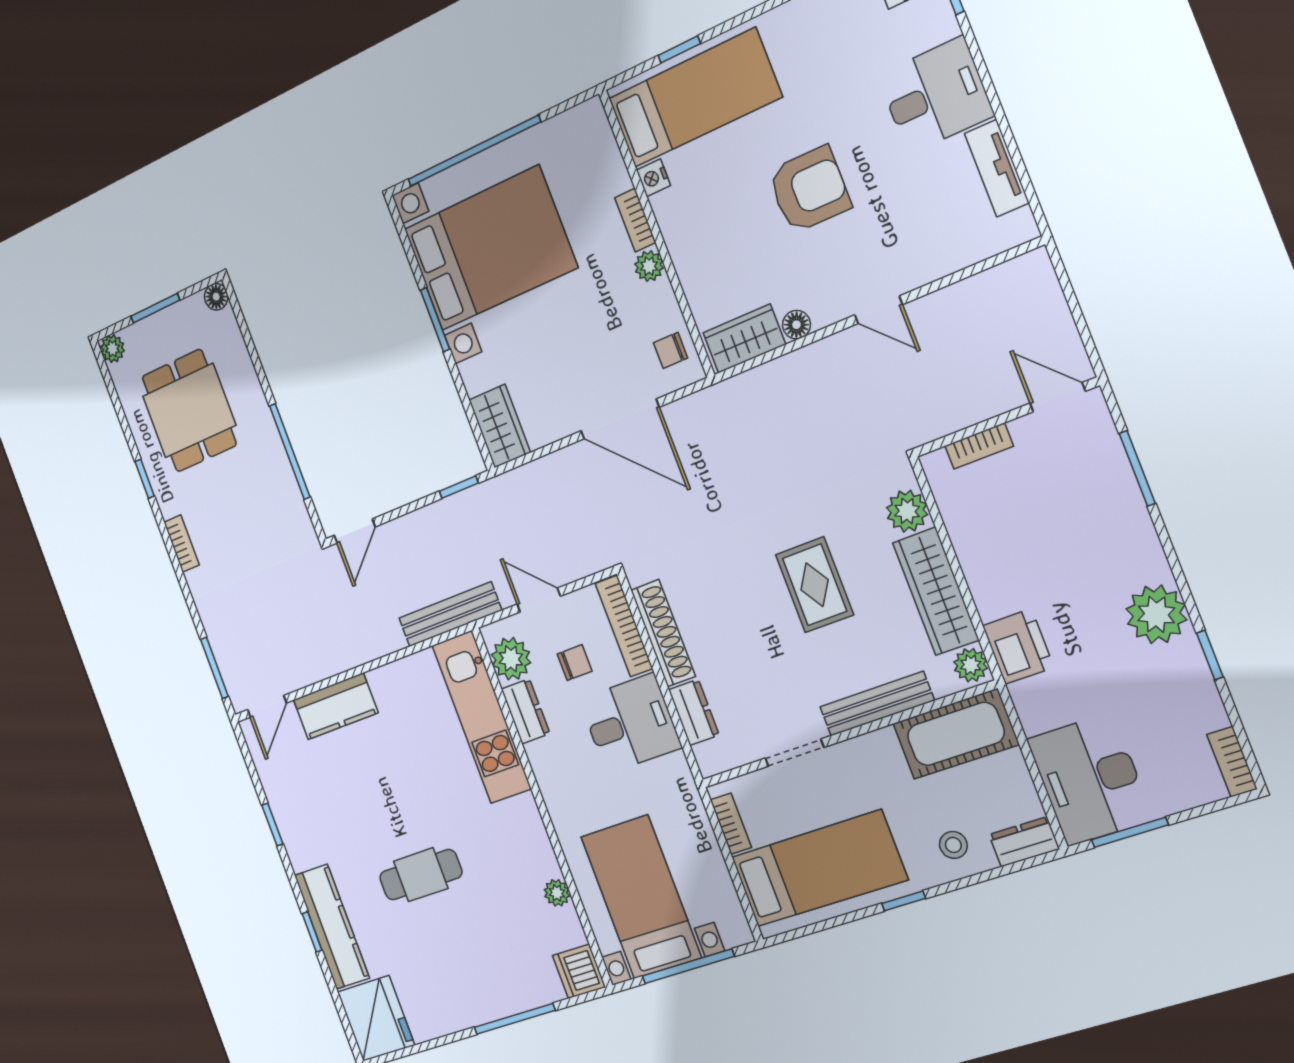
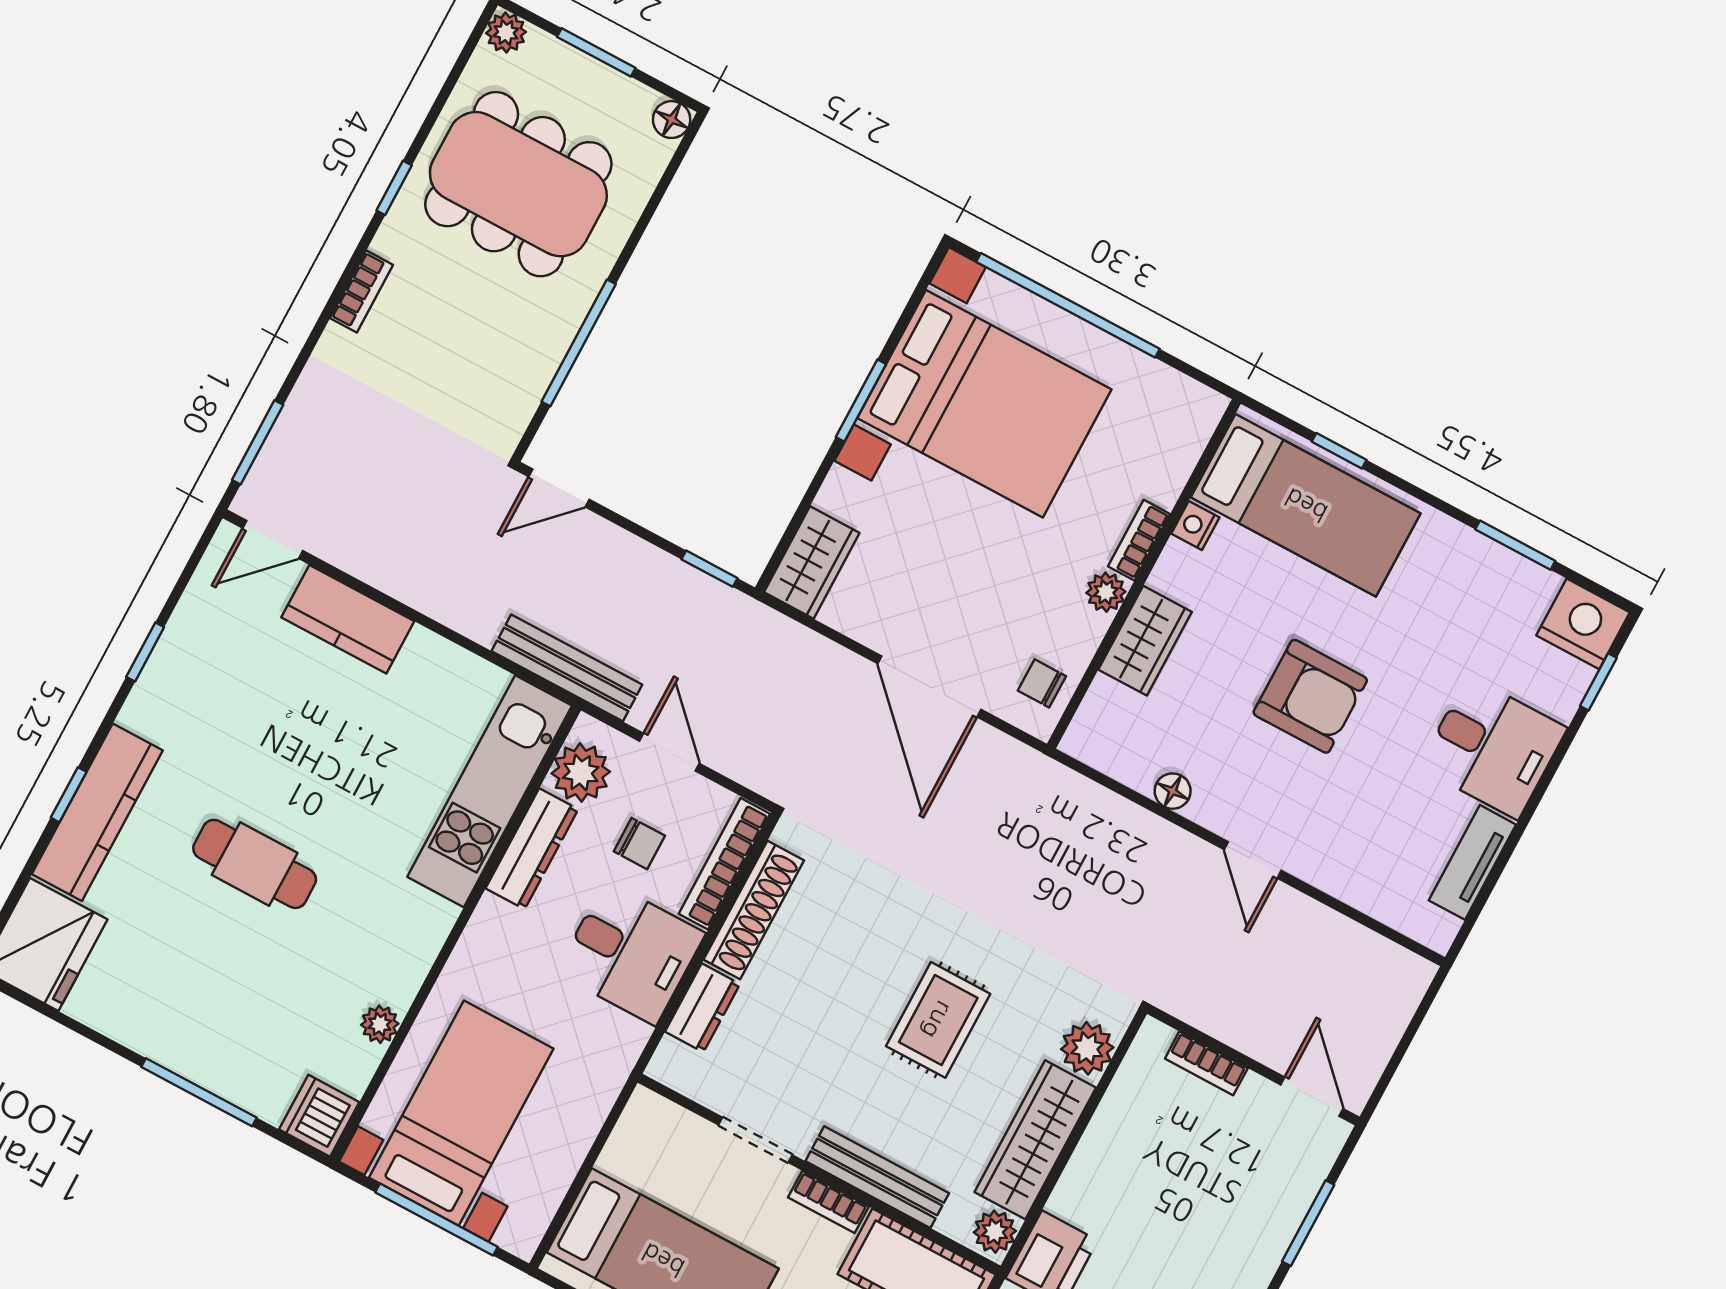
wardrobe: (744, 339) -> (1145, 641), moved, turned 90
dining table: (189, 411) -> (518, 184), width x1.38
dresser: (525, 711) -> (532, 849), width x1.44
bookcase: (731, 824) -> (828, 1202), moved, turned 90

